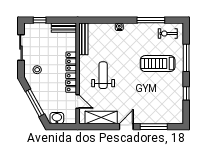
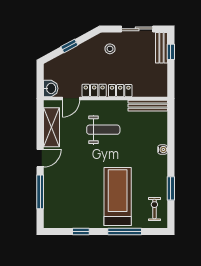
window: (151, 20) -> (171, 188), width x0.69
bench: (64, 28) -> (162, 48), moved
treadmill: (158, 64) -> (118, 197), width x1.37, depth x1.38
window: (35, 103) -> (69, 46), width x0.46
washbasin: (57, 118) -> (51, 88), moved
door: (126, 127) -> (40, 158), hinge flipped

